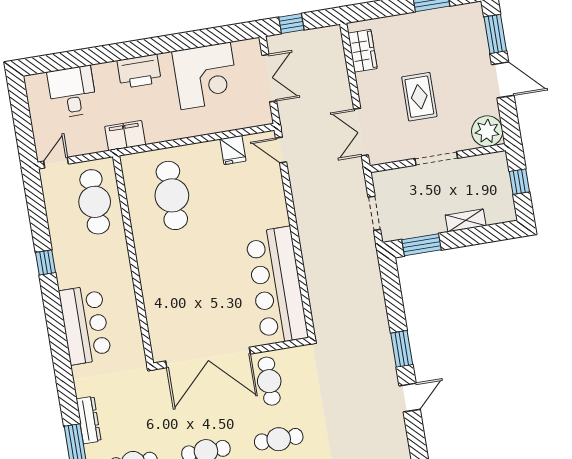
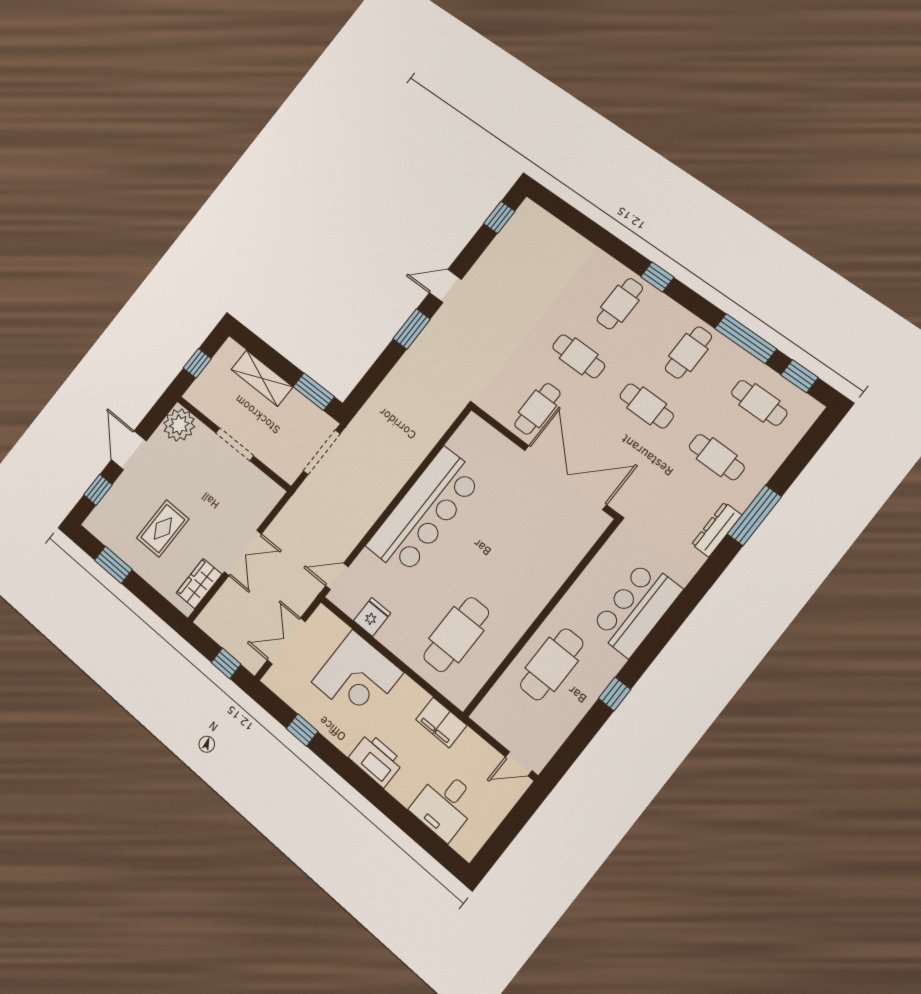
window: (495, 34) -> (98, 490), width x0.67
window: (201, 38) -> (302, 730), added
corner desk: (206, 76) -> (357, 677), moved, turned 180
rug: (419, 97) -> (163, 528), moved
double door: (361, 132) -> (243, 553), moved
door: (281, 150) -> (337, 576), swing flipped
cafe table: (95, 202) -> (552, 664), moved
doorway: (374, 213) -> (322, 452), width x1.38
shelving: (466, 220) -> (262, 378), width x1.50, depth x1.33
bar counter: (277, 286) -> (425, 512), moved

